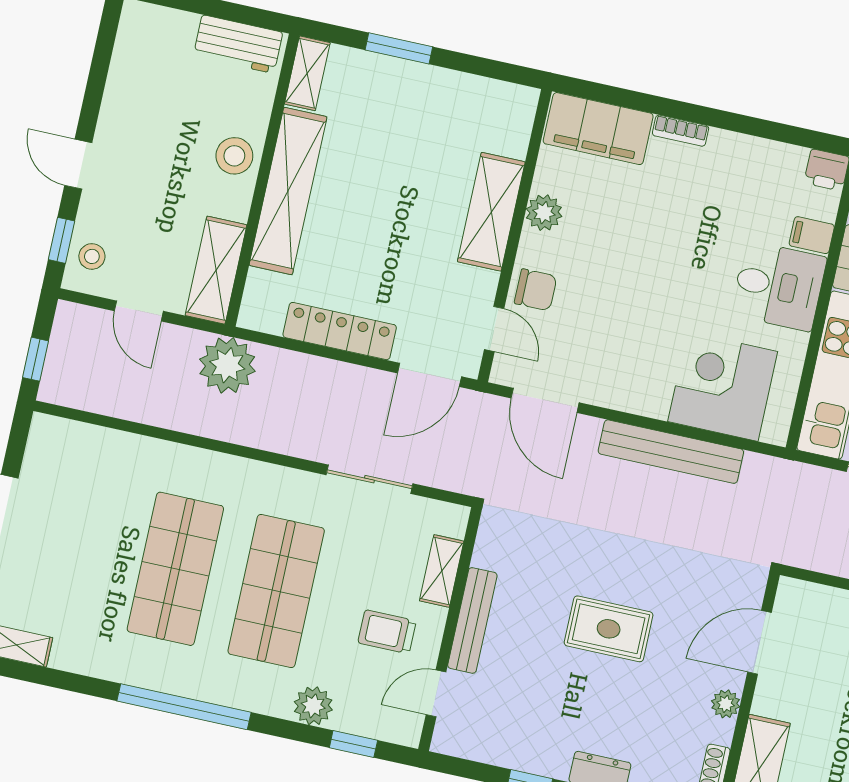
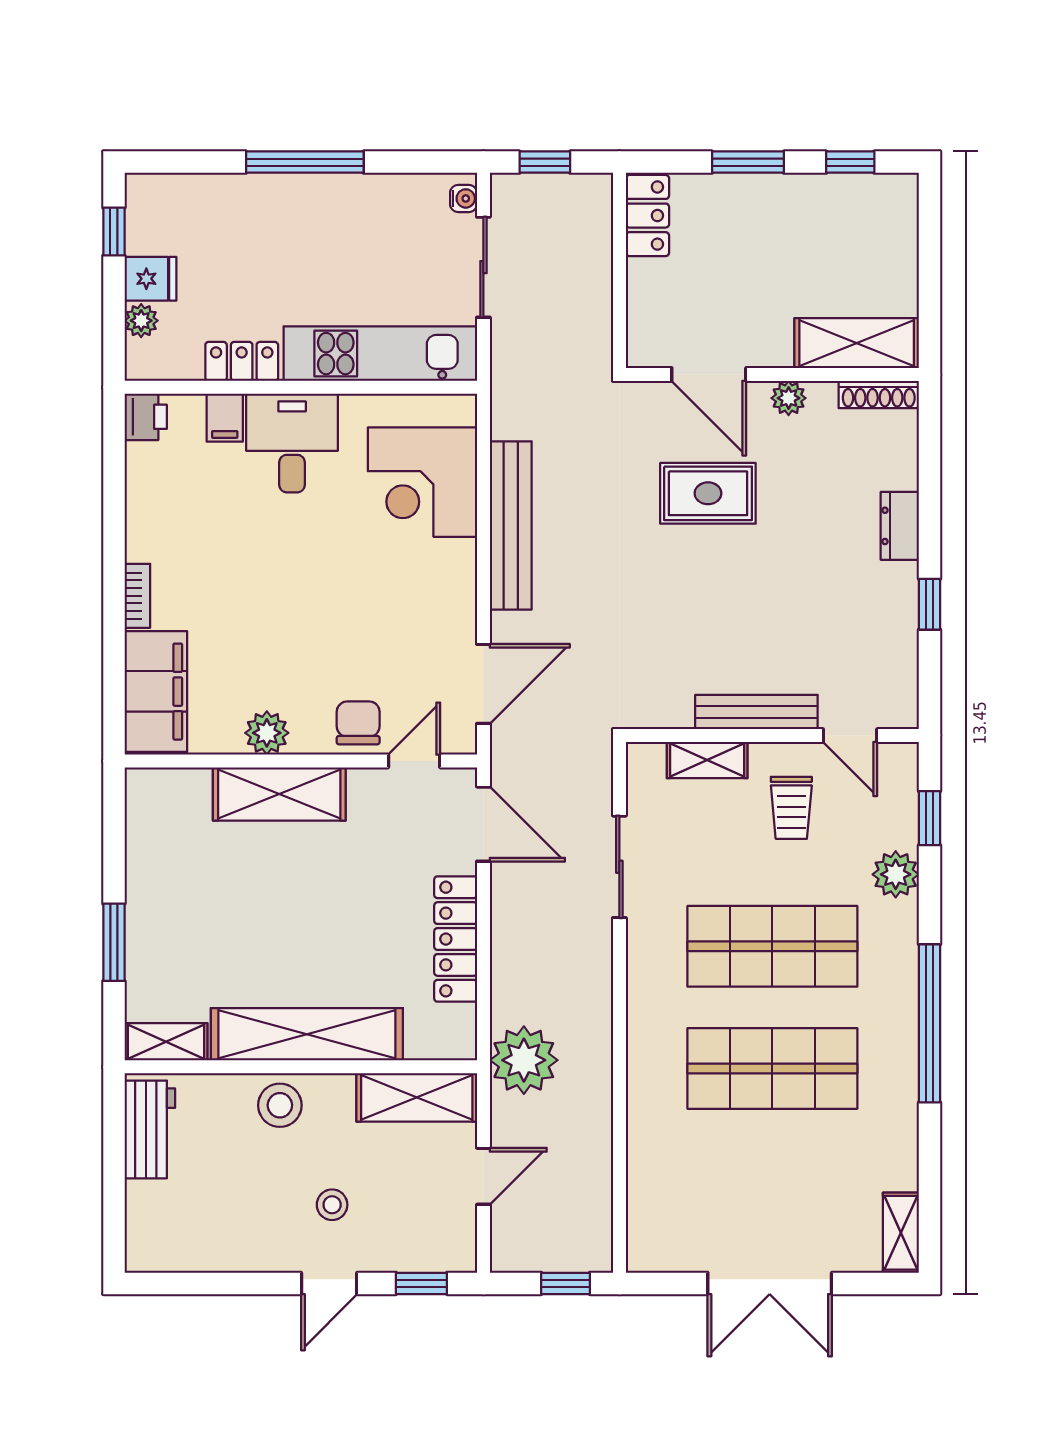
stool: (92, 256) -> (332, 1205), moved
rug: (609, 629) -> (708, 493), moved, turned 90

